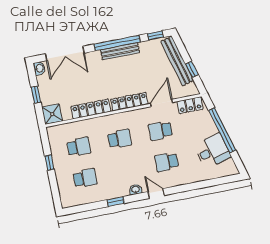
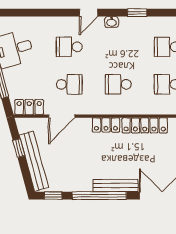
bench: (120, 51) -> (115, 186), moved
locker: (129, 102) -> (106, 125), width x0.66
school desk: (167, 162) -> (69, 47), turned 180
door: (156, 194) -> (89, 13), hinge flipped

